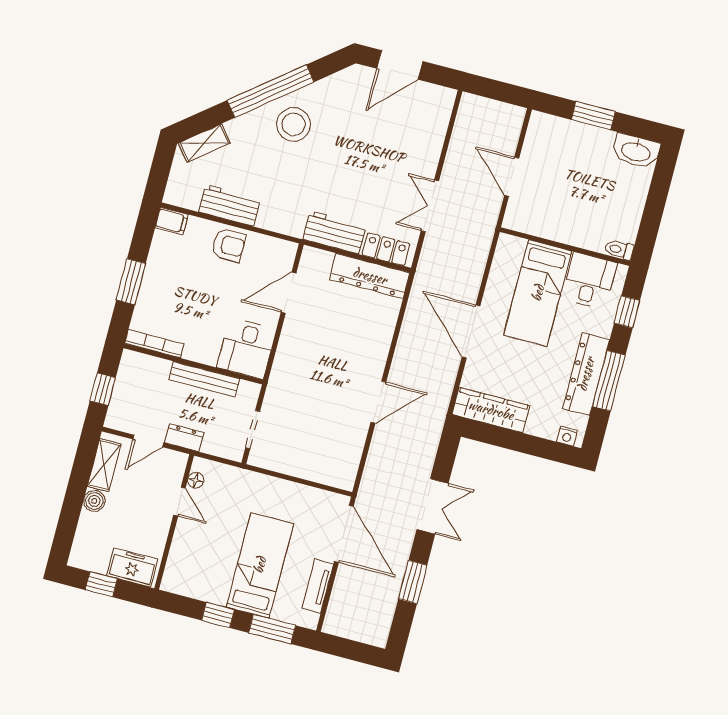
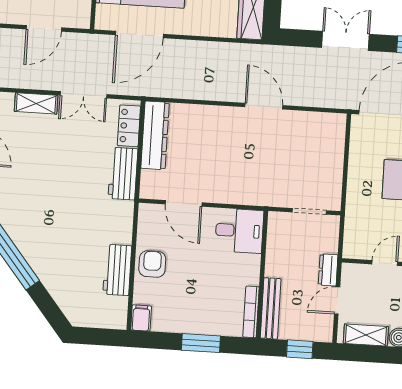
stool: (294, 124) -> (36, 228), removed
shelving: (204, 143) -> (36, 103), moved, turned -51
door: (471, 331) -> (139, 34), moved
bench: (204, 379) -> (271, 308), moved
door: (148, 441) -> (337, 301), swing flipped
floor lamp: (196, 480) -> (363, 252), removed

